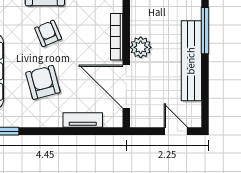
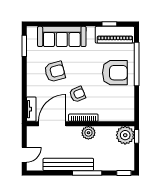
armchair: (48, 33) -> (77, 94), moved
plant: (141, 47) -> (88, 133), moved
tv unit: (83, 120) -> (31, 109), moved

